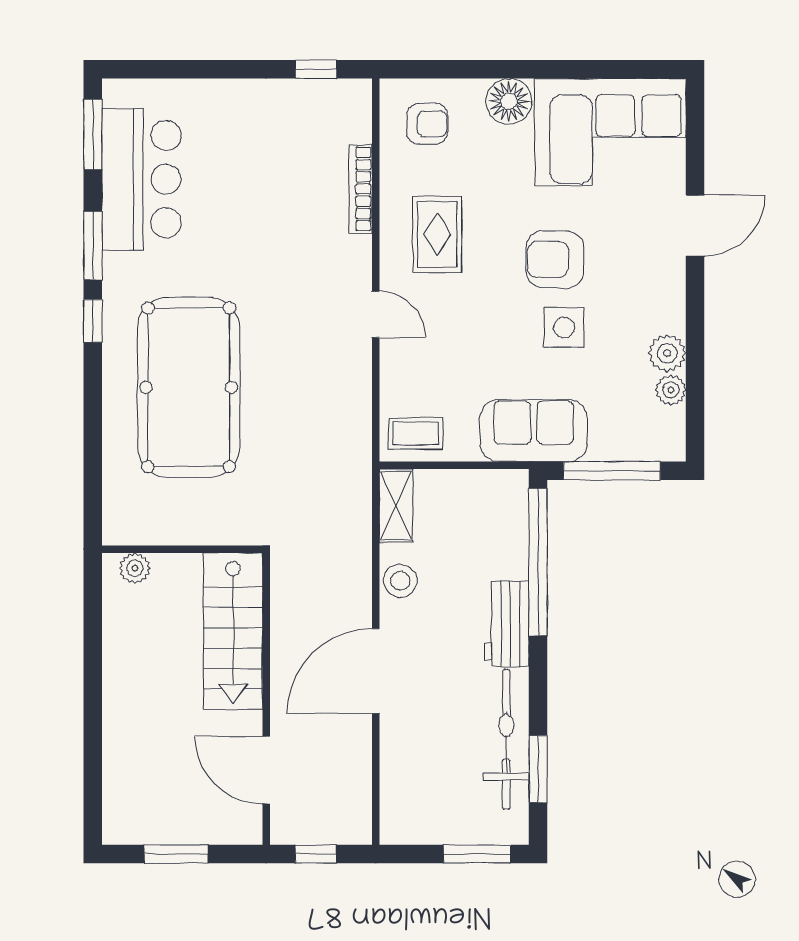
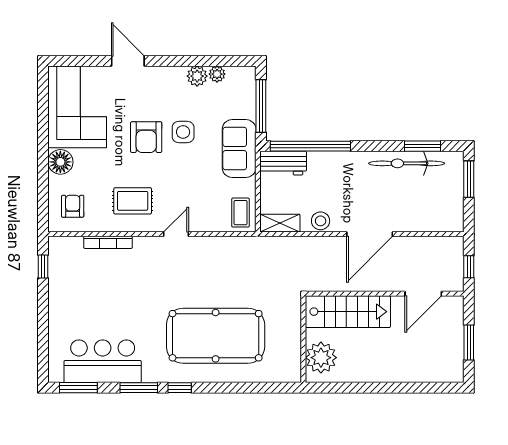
plant: (135, 568) -> (321, 358), width x1.88, depth x1.88
workbench: (507, 624) -> (283, 163), moved
door: (376, 671) -> (370, 234), hinge flipped

